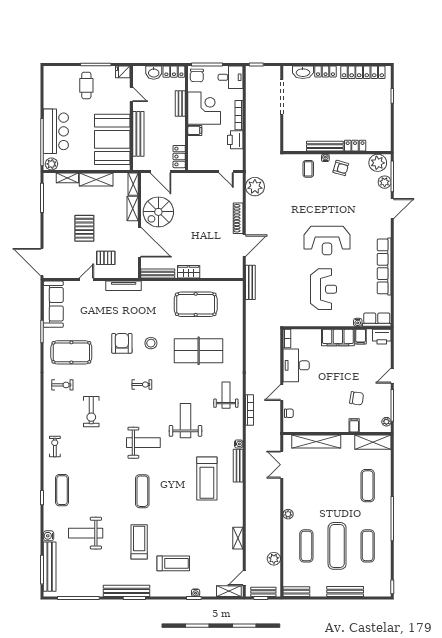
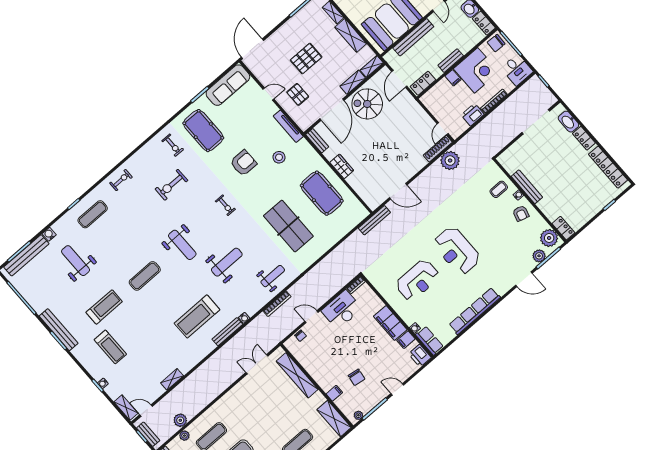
bench: (180, 103) -> (451, 61), moved
locker: (355, 146) -> (563, 228), moved
shoe rack: (238, 218) -> (438, 149), moved
bench: (158, 273) -> (317, 141), width x0.73
stool: (151, 343) -> (279, 157), moved
plant: (288, 514) -> (184, 436), moved

